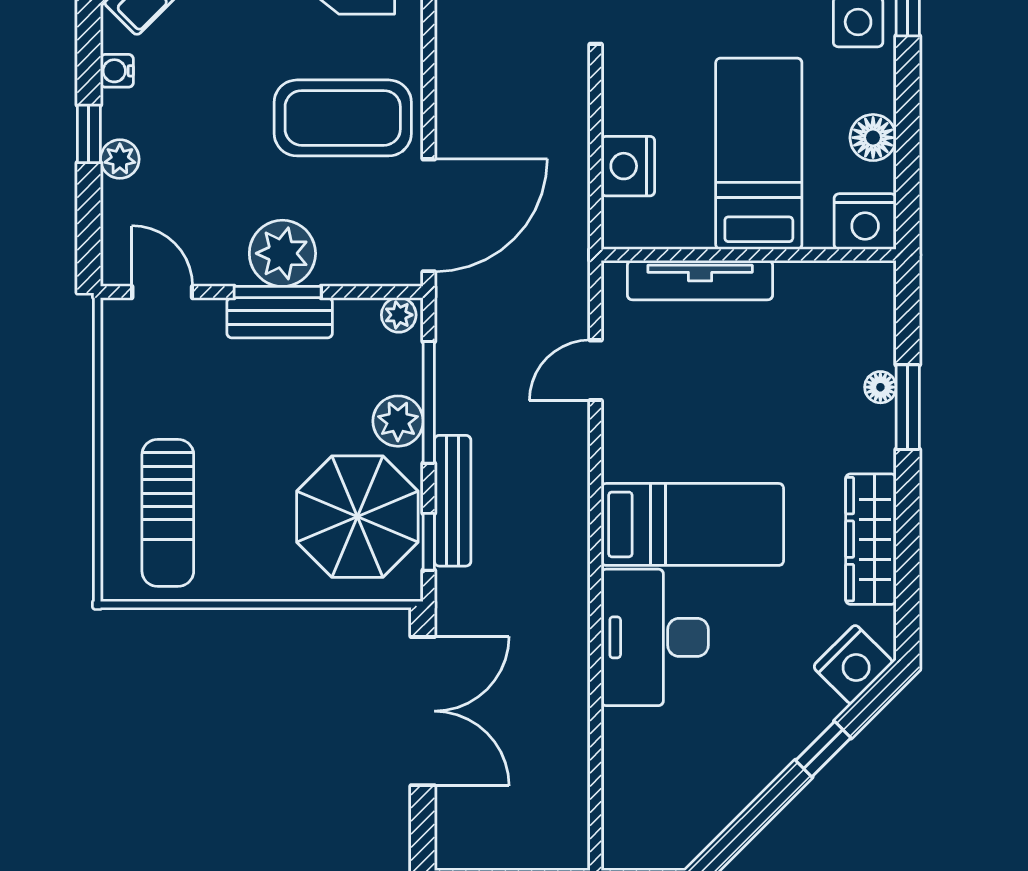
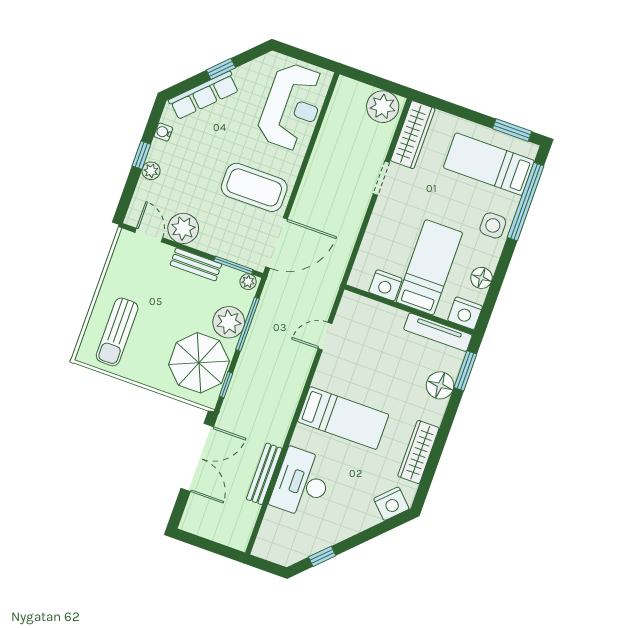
nightstand: (628, 166) -> (385, 285), moved, turned -90
plant: (282, 253) -> (183, 228), moved
tv unit: (700, 280) -> (438, 332), moved
window: (278, 292) -> (233, 265), moved
floor lamp: (880, 387) -> (440, 385), width x1.89, depth x1.89
window: (908, 407) -> (465, 371), moved
plant: (398, 421) -> (229, 322), width x1.36, depth x1.36
bench: (453, 501) -> (264, 474), moved
desk: (655, 637) -> (302, 483), moved
window: (823, 749) -> (322, 556), moved

